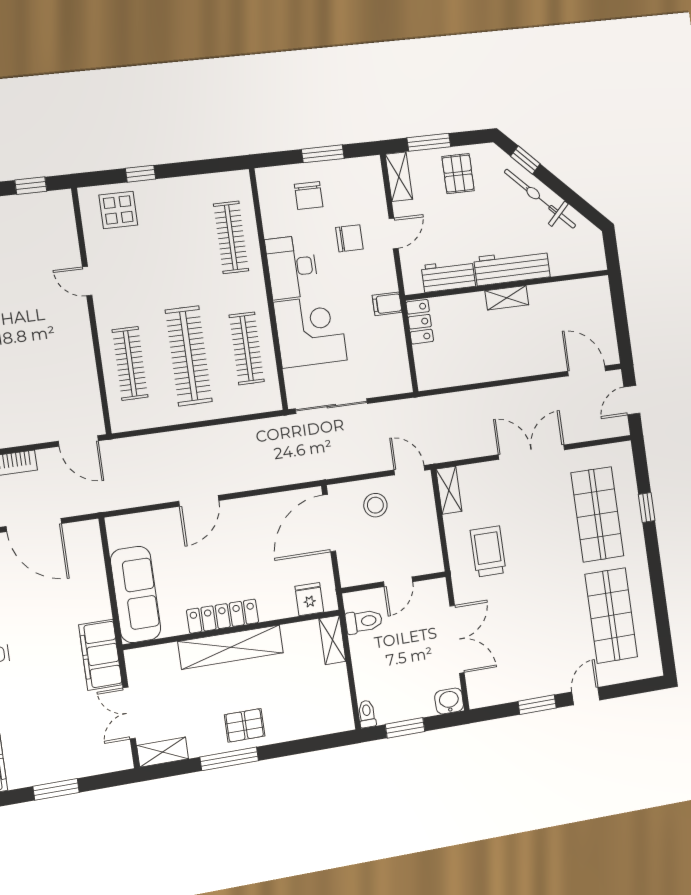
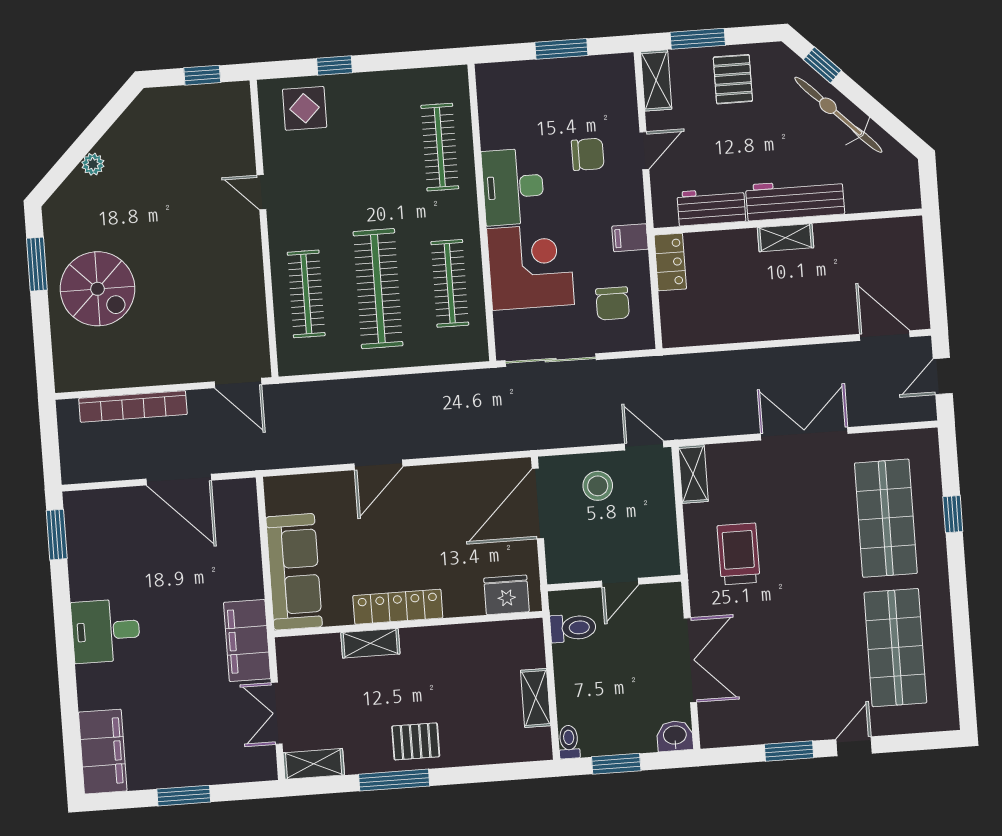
chair: (309, 196) -> (613, 303), moved
fridge: (309, 599) -> (506, 595), width x1.38
shelving: (332, 640) -> (536, 698), moved
shelving: (231, 647) -> (370, 643), width x0.45, depth x0.75

